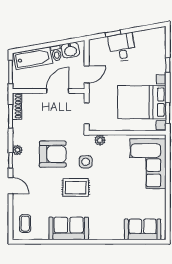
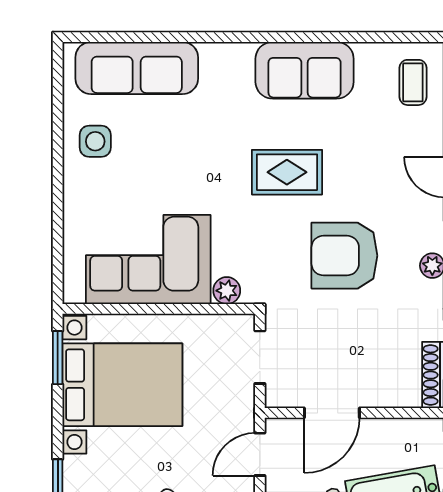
side table: (86, 162) -> (95, 141), moved
corner sofa: (148, 164) -> (148, 259), moved, turned -90
sofa: (143, 229) -> (137, 68), width x1.36

